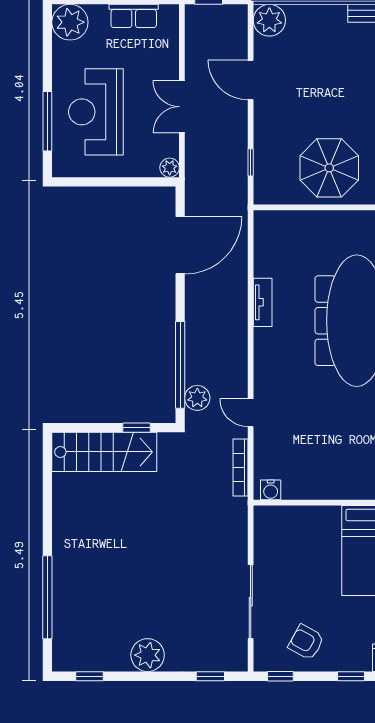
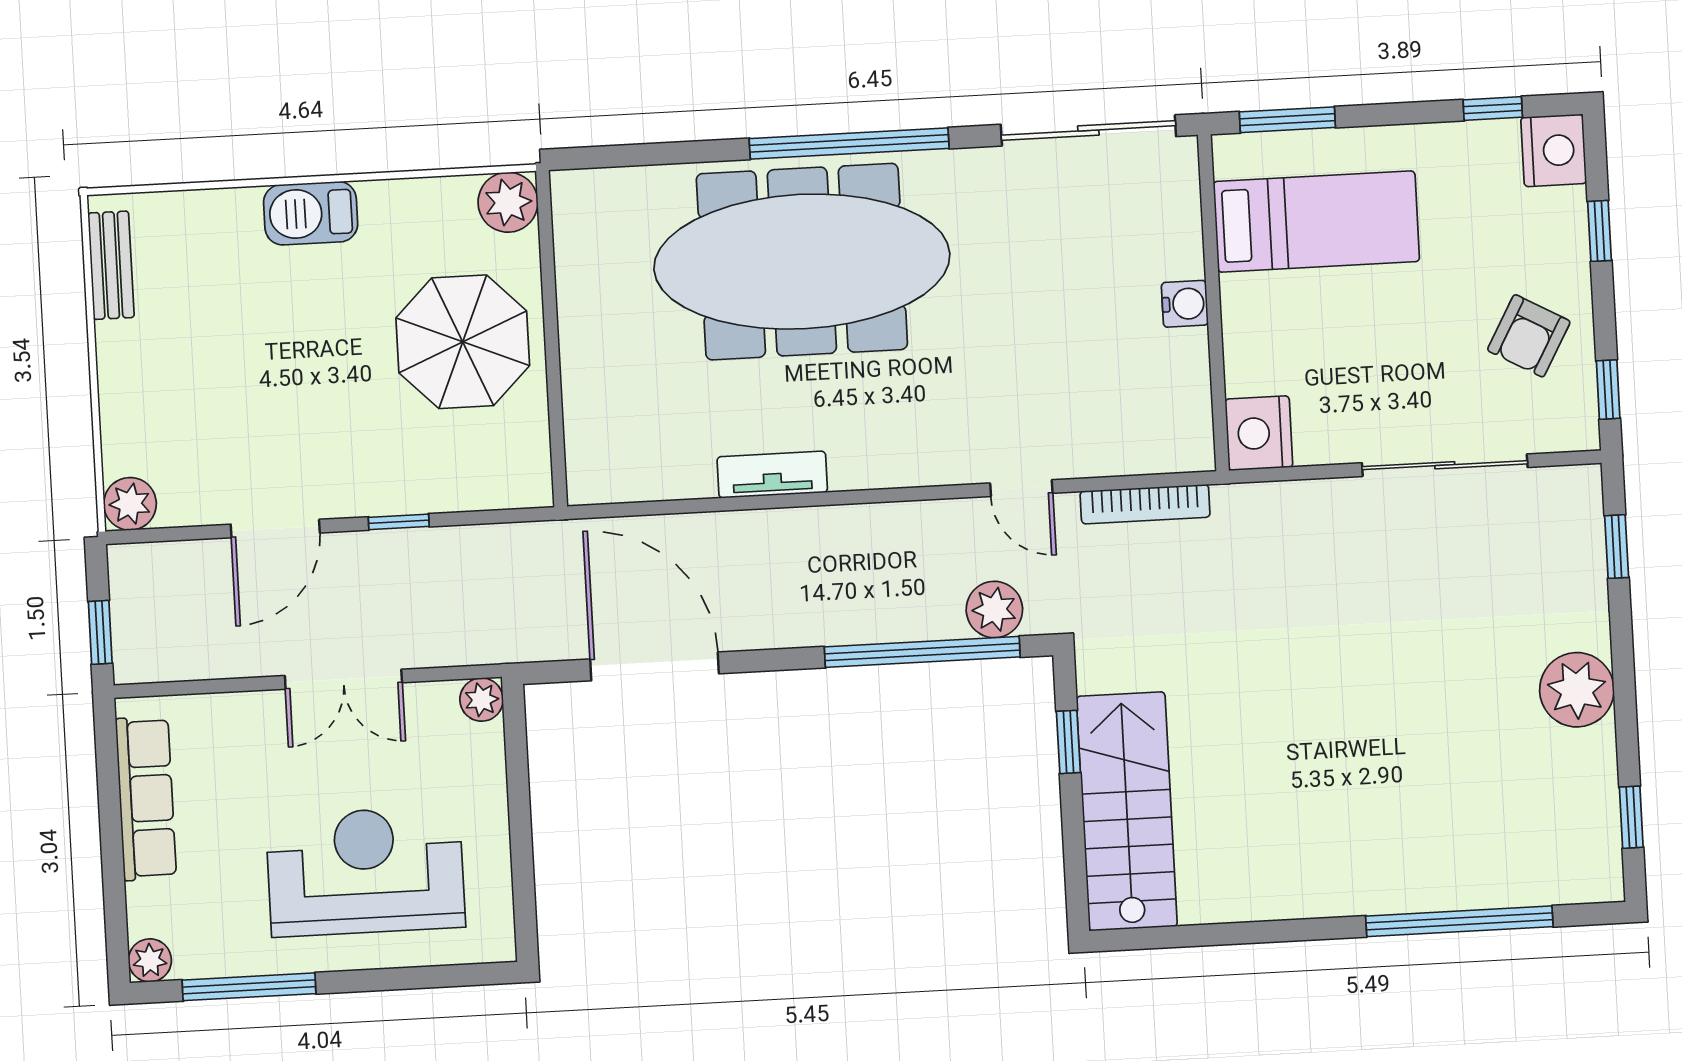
row of seats: (134, 16) -> (146, 798), width x1.48
plant: (269, 20) -> (130, 504), width x0.73, depth x0.73
plant: (70, 22) -> (150, 960), width x0.53, depth x0.53
reception desk: (96, 112) -> (365, 871), turned 180
window: (47, 121) -> (249, 987), moved
window: (251, 162) -> (399, 522), moved
door: (251, 413) -> (1021, 488), hinge flipped
water cooler: (271, 490) -> (1185, 304), moved
nightstand: (269, 520) -> (1259, 433), added

